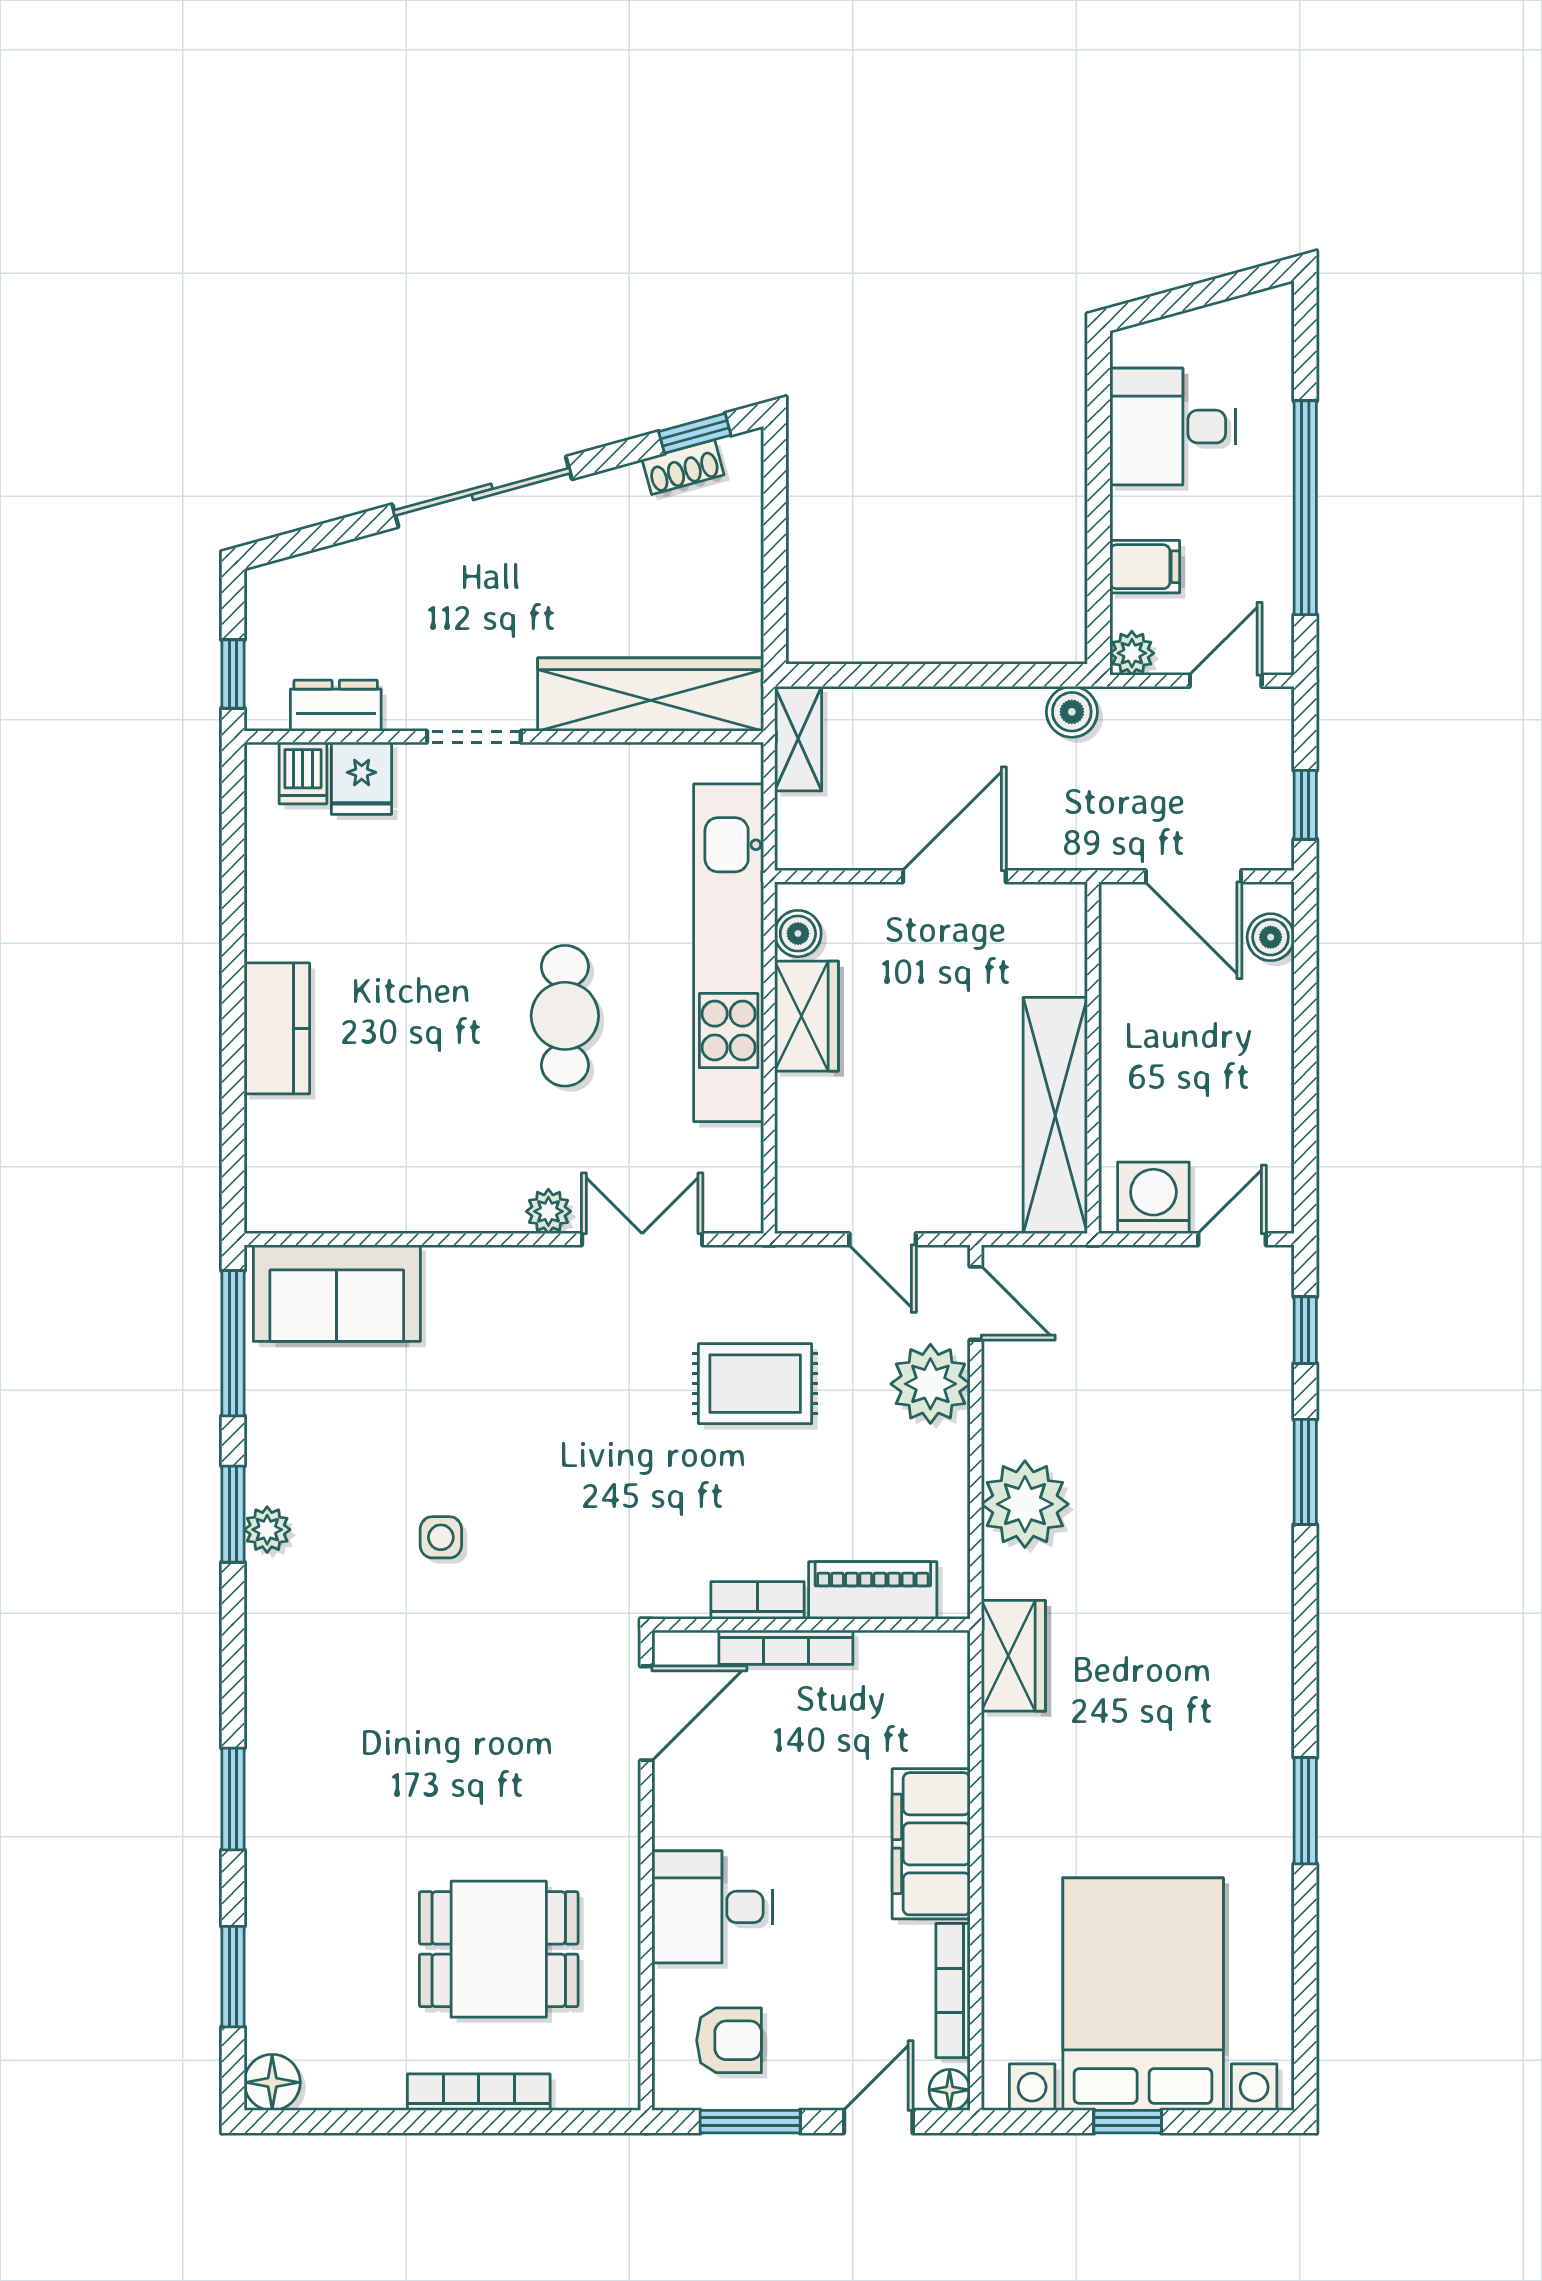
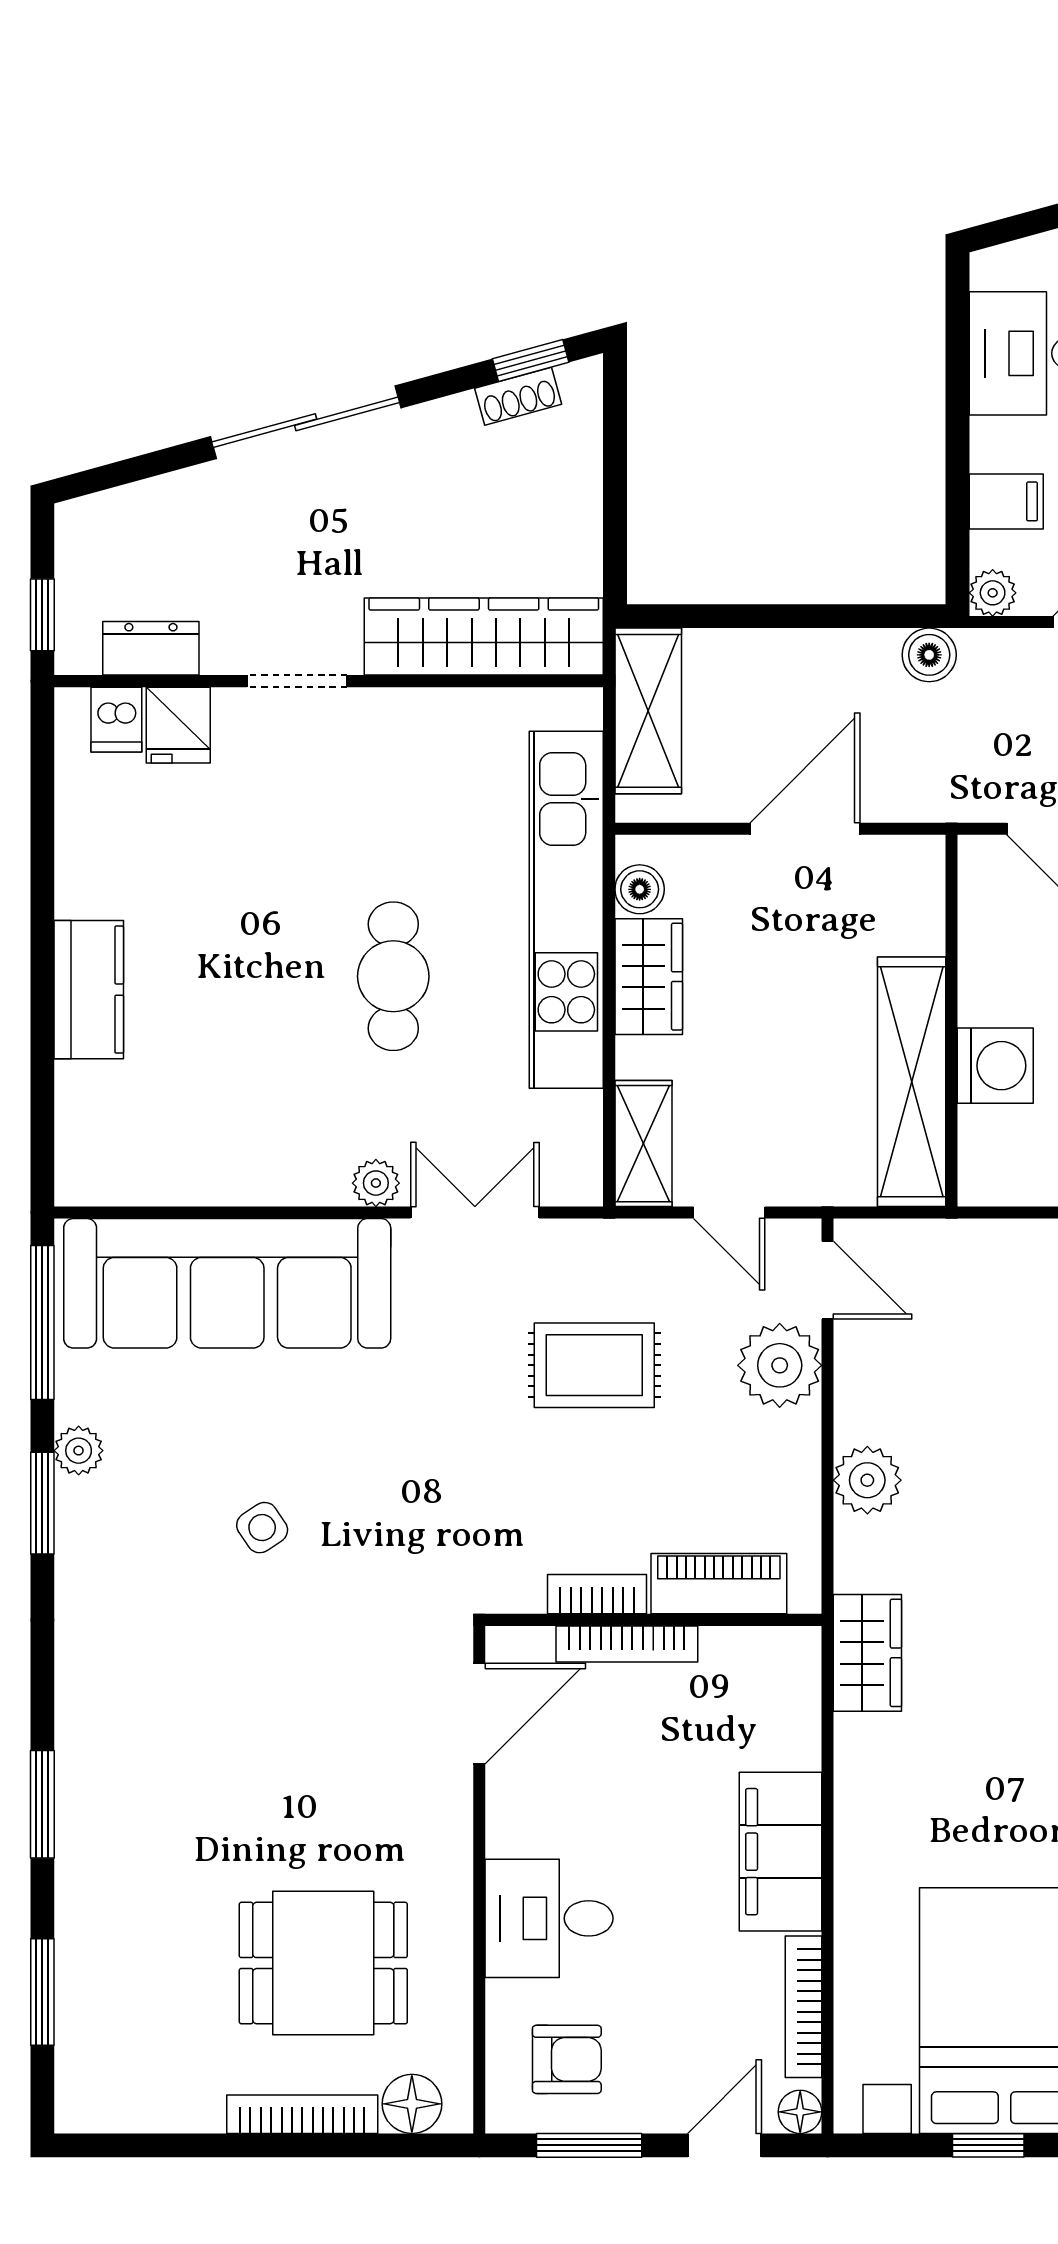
shelving: (798, 739) -> (648, 711), width x1.50, depth x1.33
shelving: (802, 1174) -> (643, 1144), added
washing machine: (1153, 1198) -> (995, 1066), moved, turned 90
sofa: (337, 1293) -> (227, 1283), width x1.85, depth x1.27
plant: (1025, 1504) -> (867, 1480), width x0.73, depth x0.73
plant: (267, 1530) -> (79, 1451), moved
side table: (441, 1537) -> (262, 1528), turned -34
floor lamp: (272, 2082) -> (412, 2104), moved

